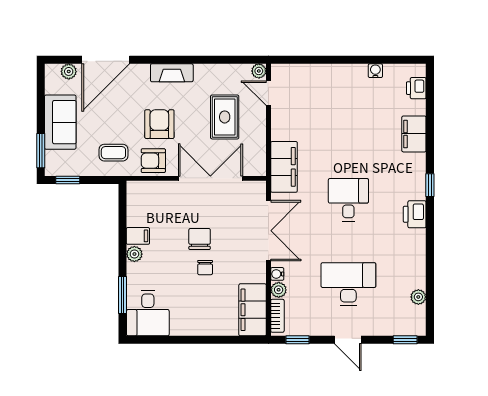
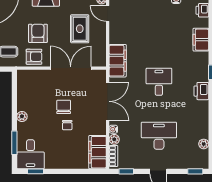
armchair: (153, 161) -> (34, 57), turned 180
filing cabinet: (138, 236) -> (24, 105), removed
window: (156, 340) -> (36, 171), added

